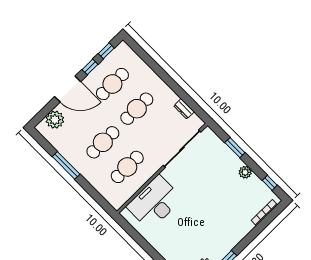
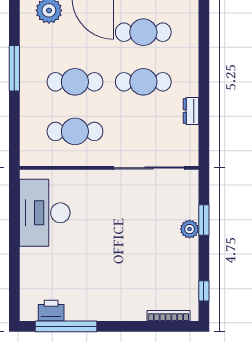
dresser: (184, 109) -> (191, 111), moved
plant: (245, 172) -> (190, 229), moved
desk: (154, 202) -> (45, 213), moved, turned -90

